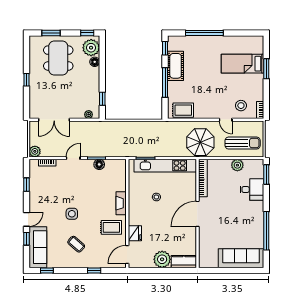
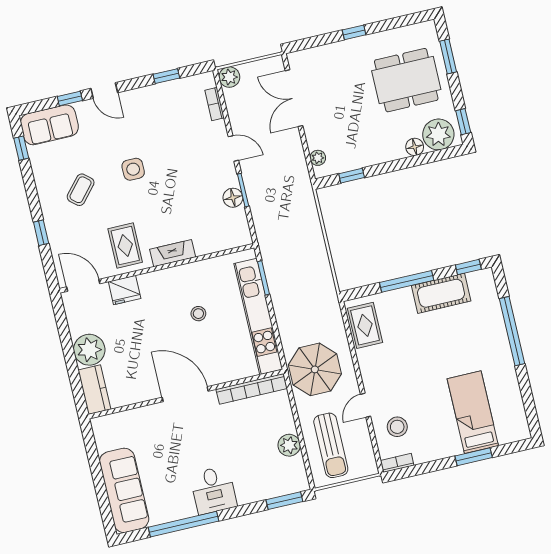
desk: (252, 189) -> (213, 490), moved
sofa: (38, 247) -> (49, 125), width x0.73

